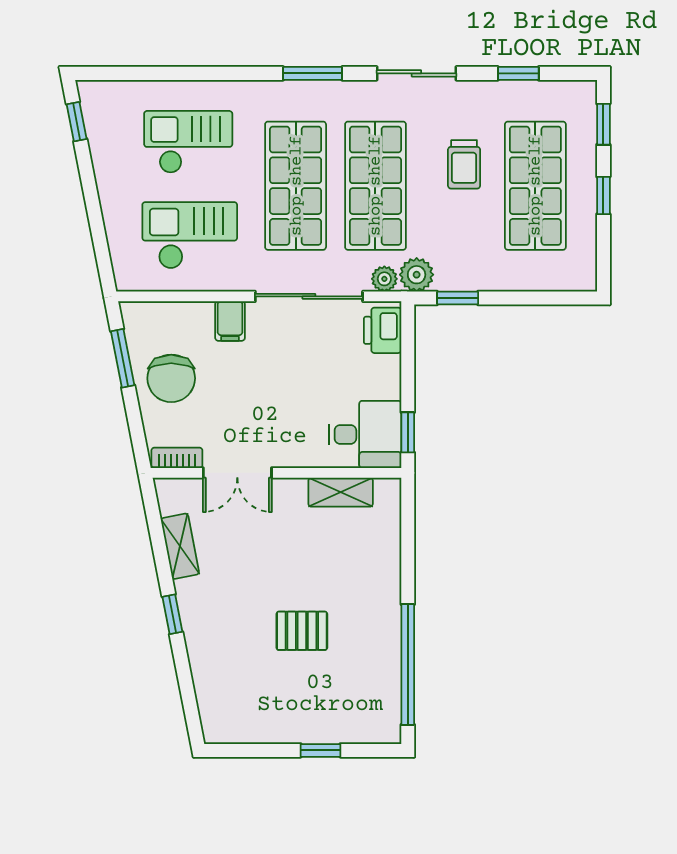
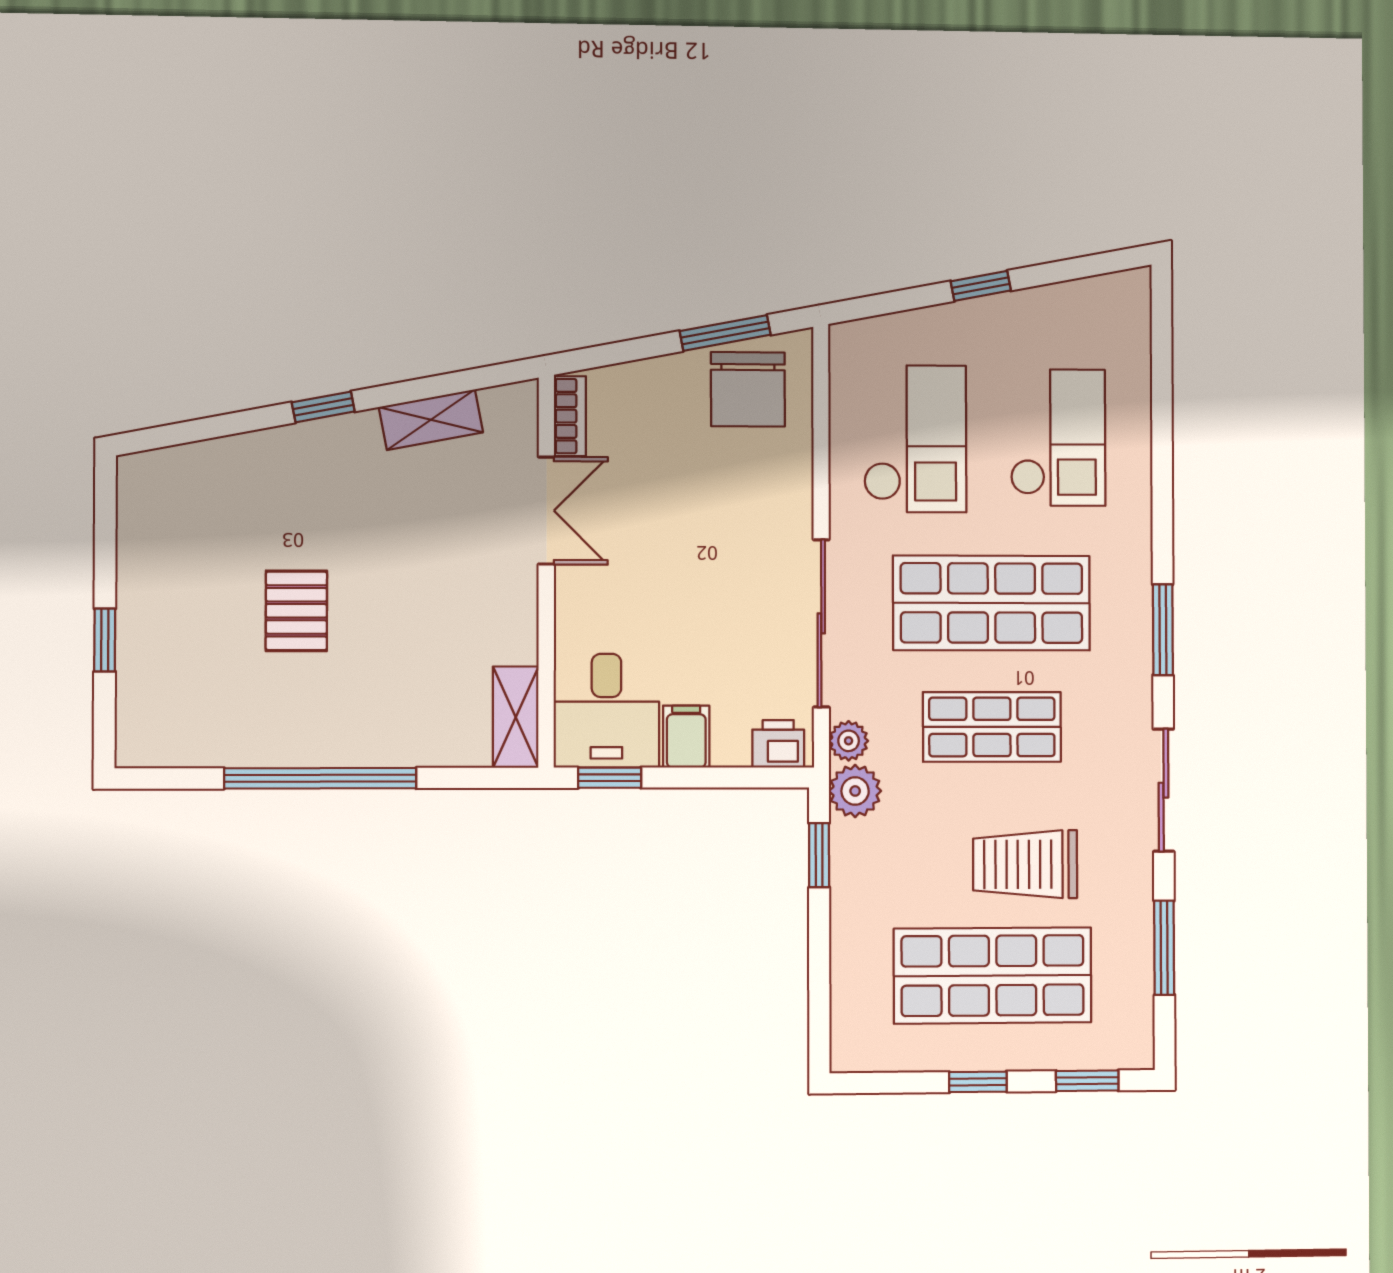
window: (518, 73) -> (1164, 948), width x1.50
window: (77, 122) -> (981, 286), moved
trolley: (464, 164) -> (1025, 864), width x1.36, depth x1.39
shop shelf: (375, 186) -> (992, 727), width x0.70, depth x0.74
filing cabinet: (230, 321) -> (686, 736), moved, turned 90
printer: (383, 330) -> (778, 744), width x0.73, depth x0.81
chair: (171, 378) -> (748, 389), moved, turned -90
double door: (237, 473) -> (546, 511), swing flipped
shelving: (341, 492) -> (516, 717), moved
window: (408, 665) -> (320, 778), moved

